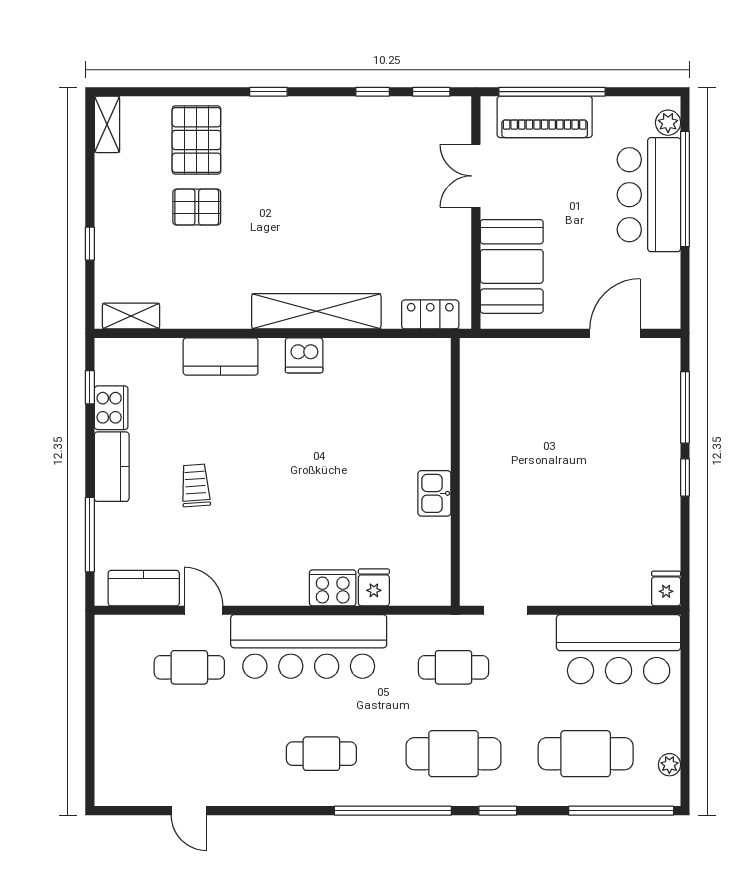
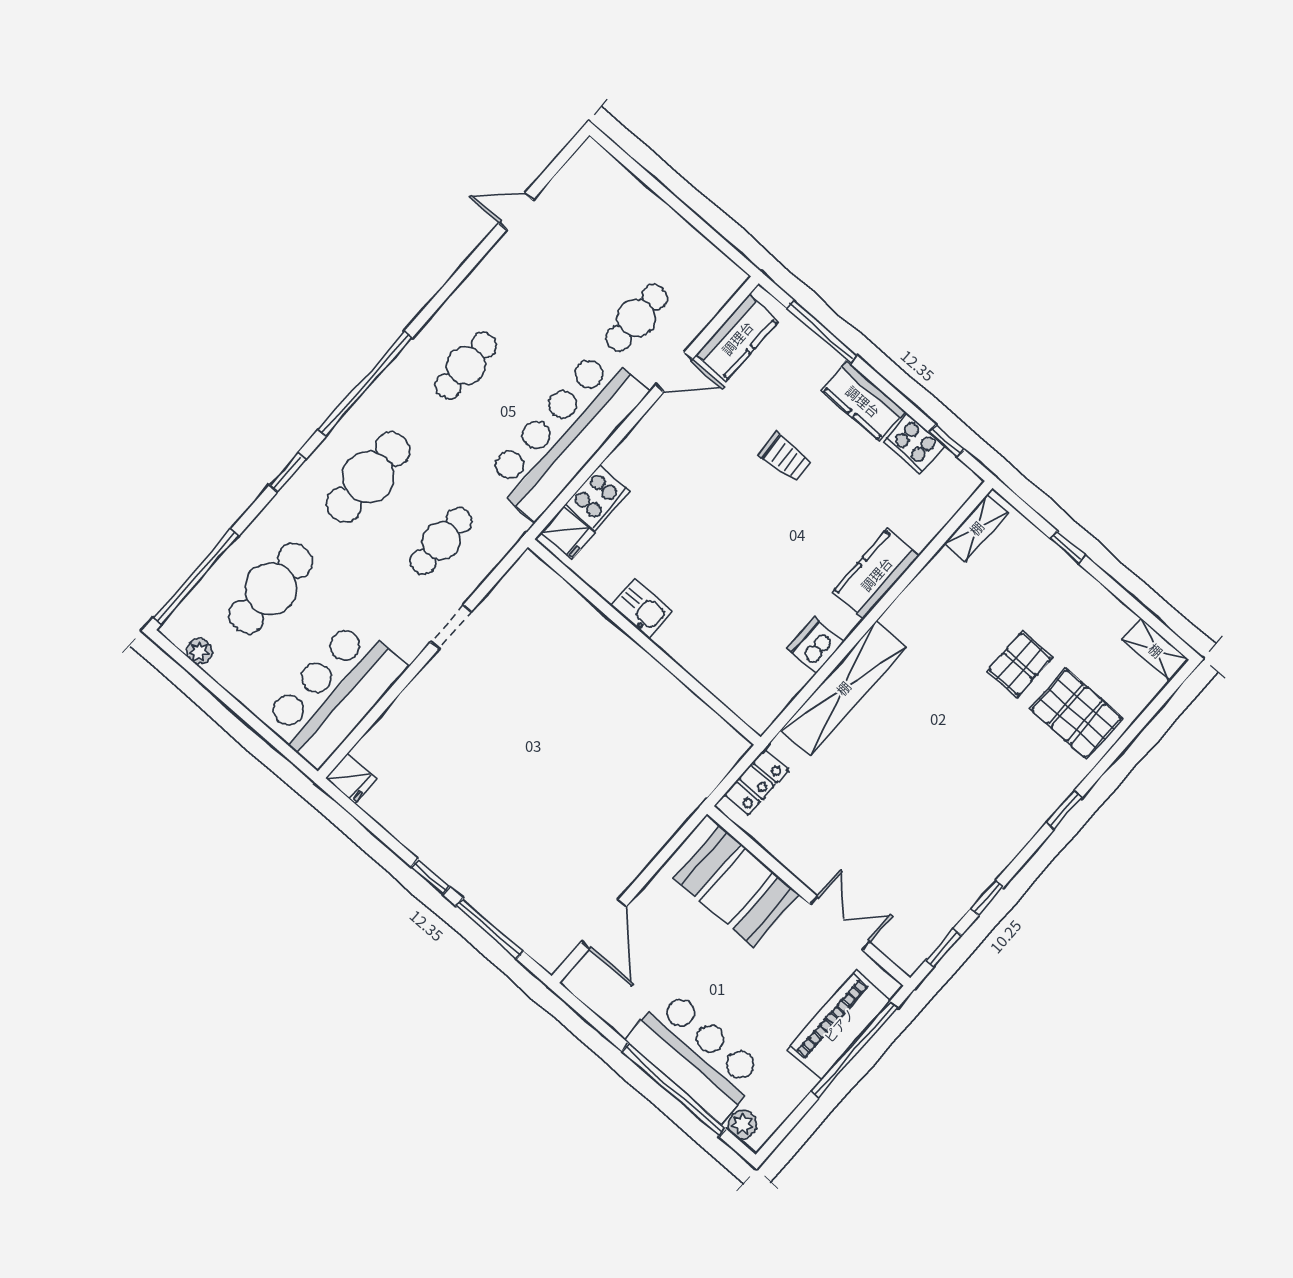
wall: (455, 472) -> (644, 642), moved
kitchen sink: (434, 493) -> (642, 609), moved

